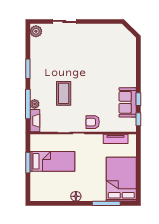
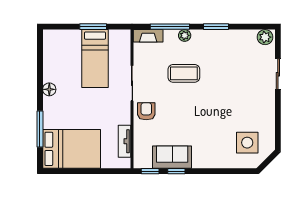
side table: (117, 45) -> (247, 143), added
plant: (35, 104) -> (185, 35), moved

